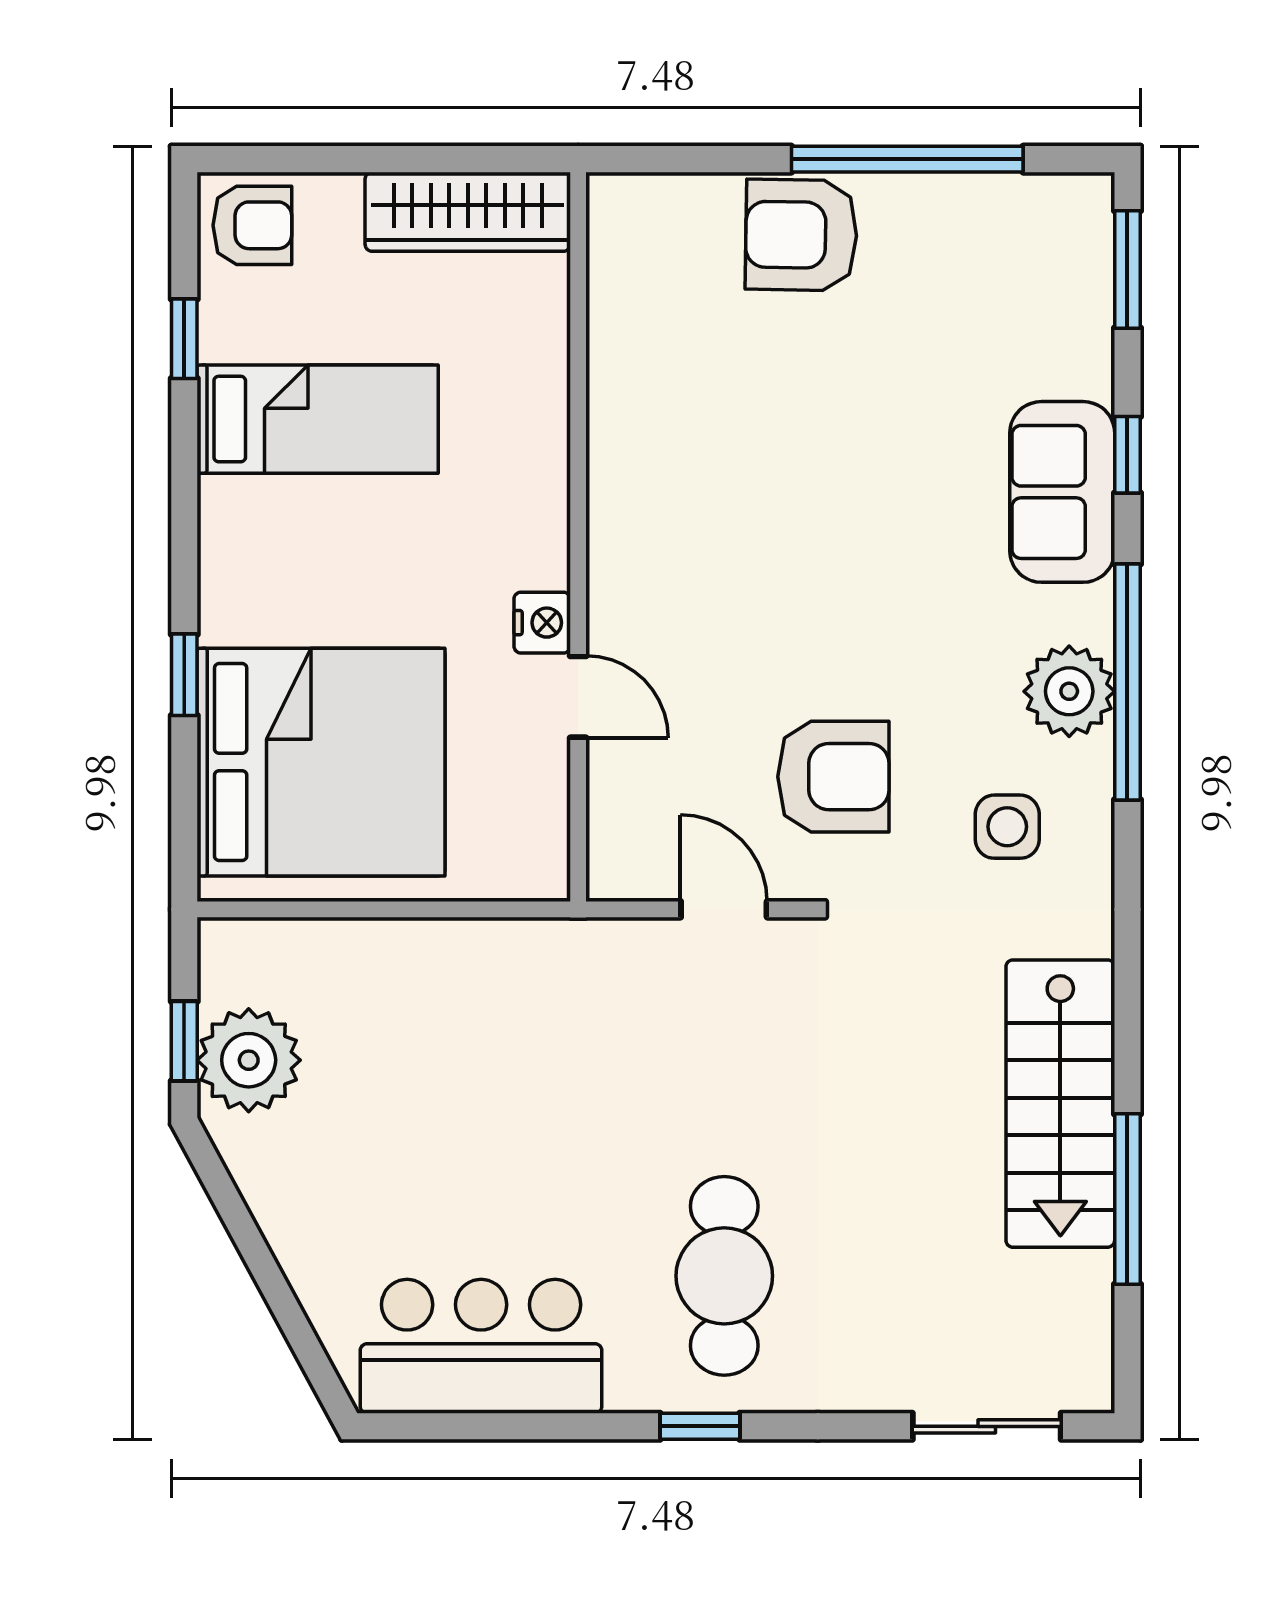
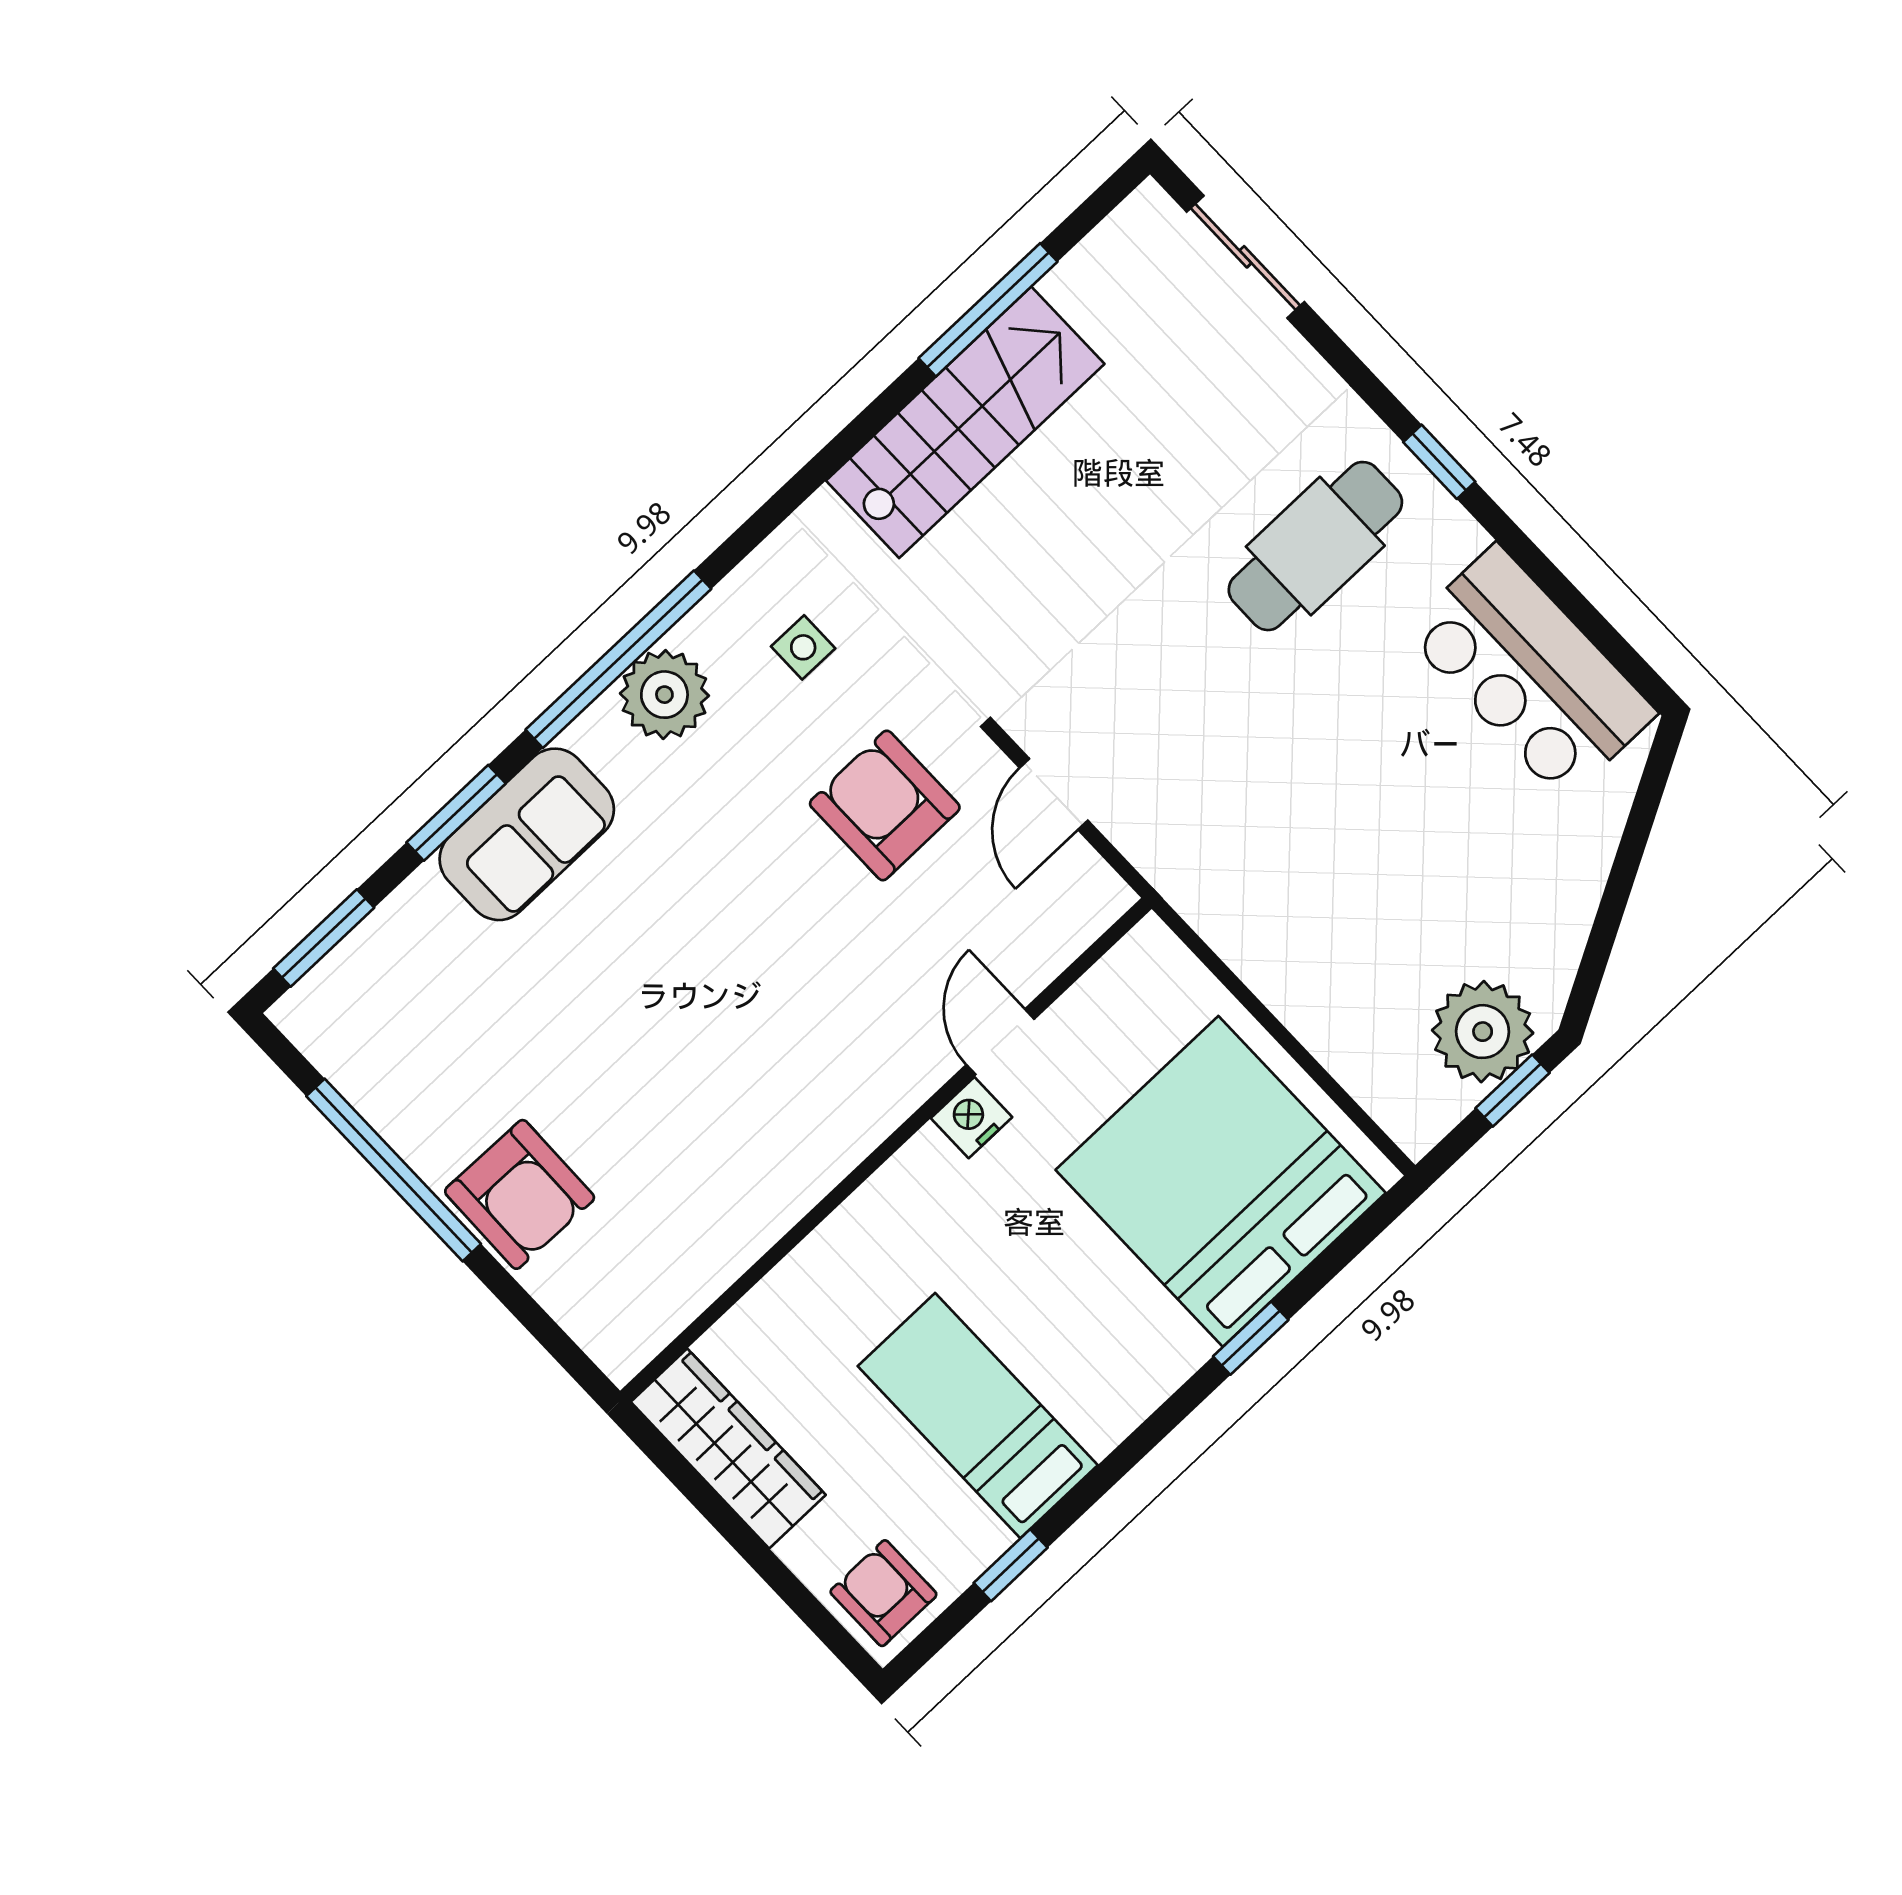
window: (1127, 455) -> (456, 813), width x1.50
side table: (1007, 827) -> (803, 647), width x0.73, depth x0.73

